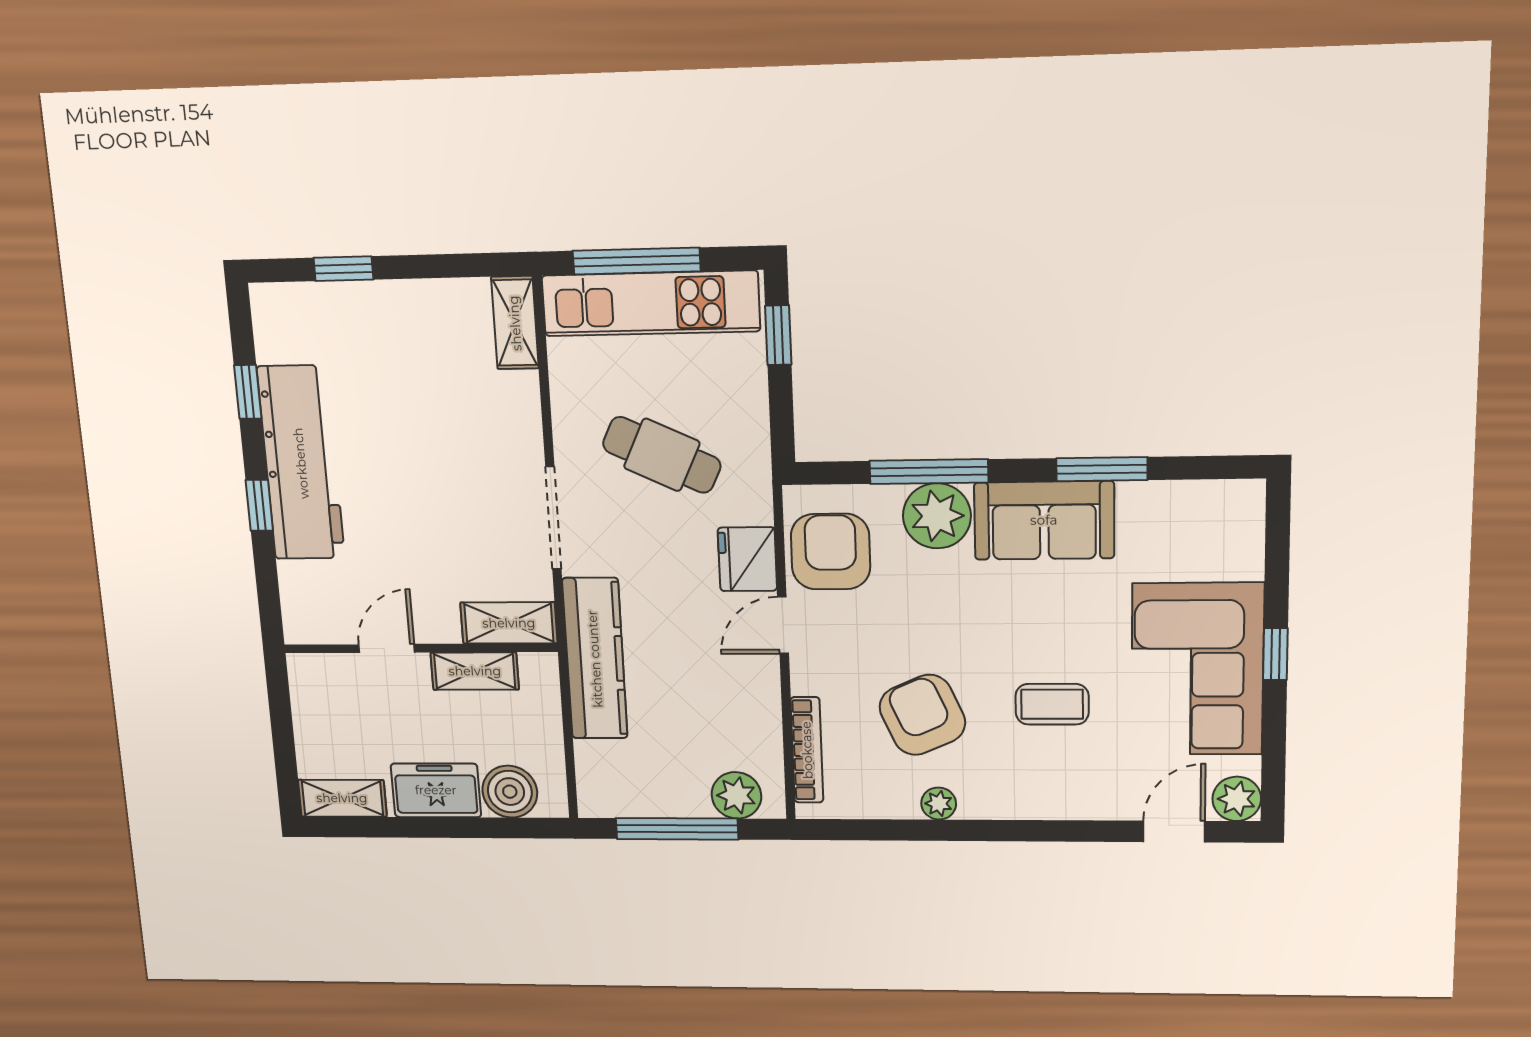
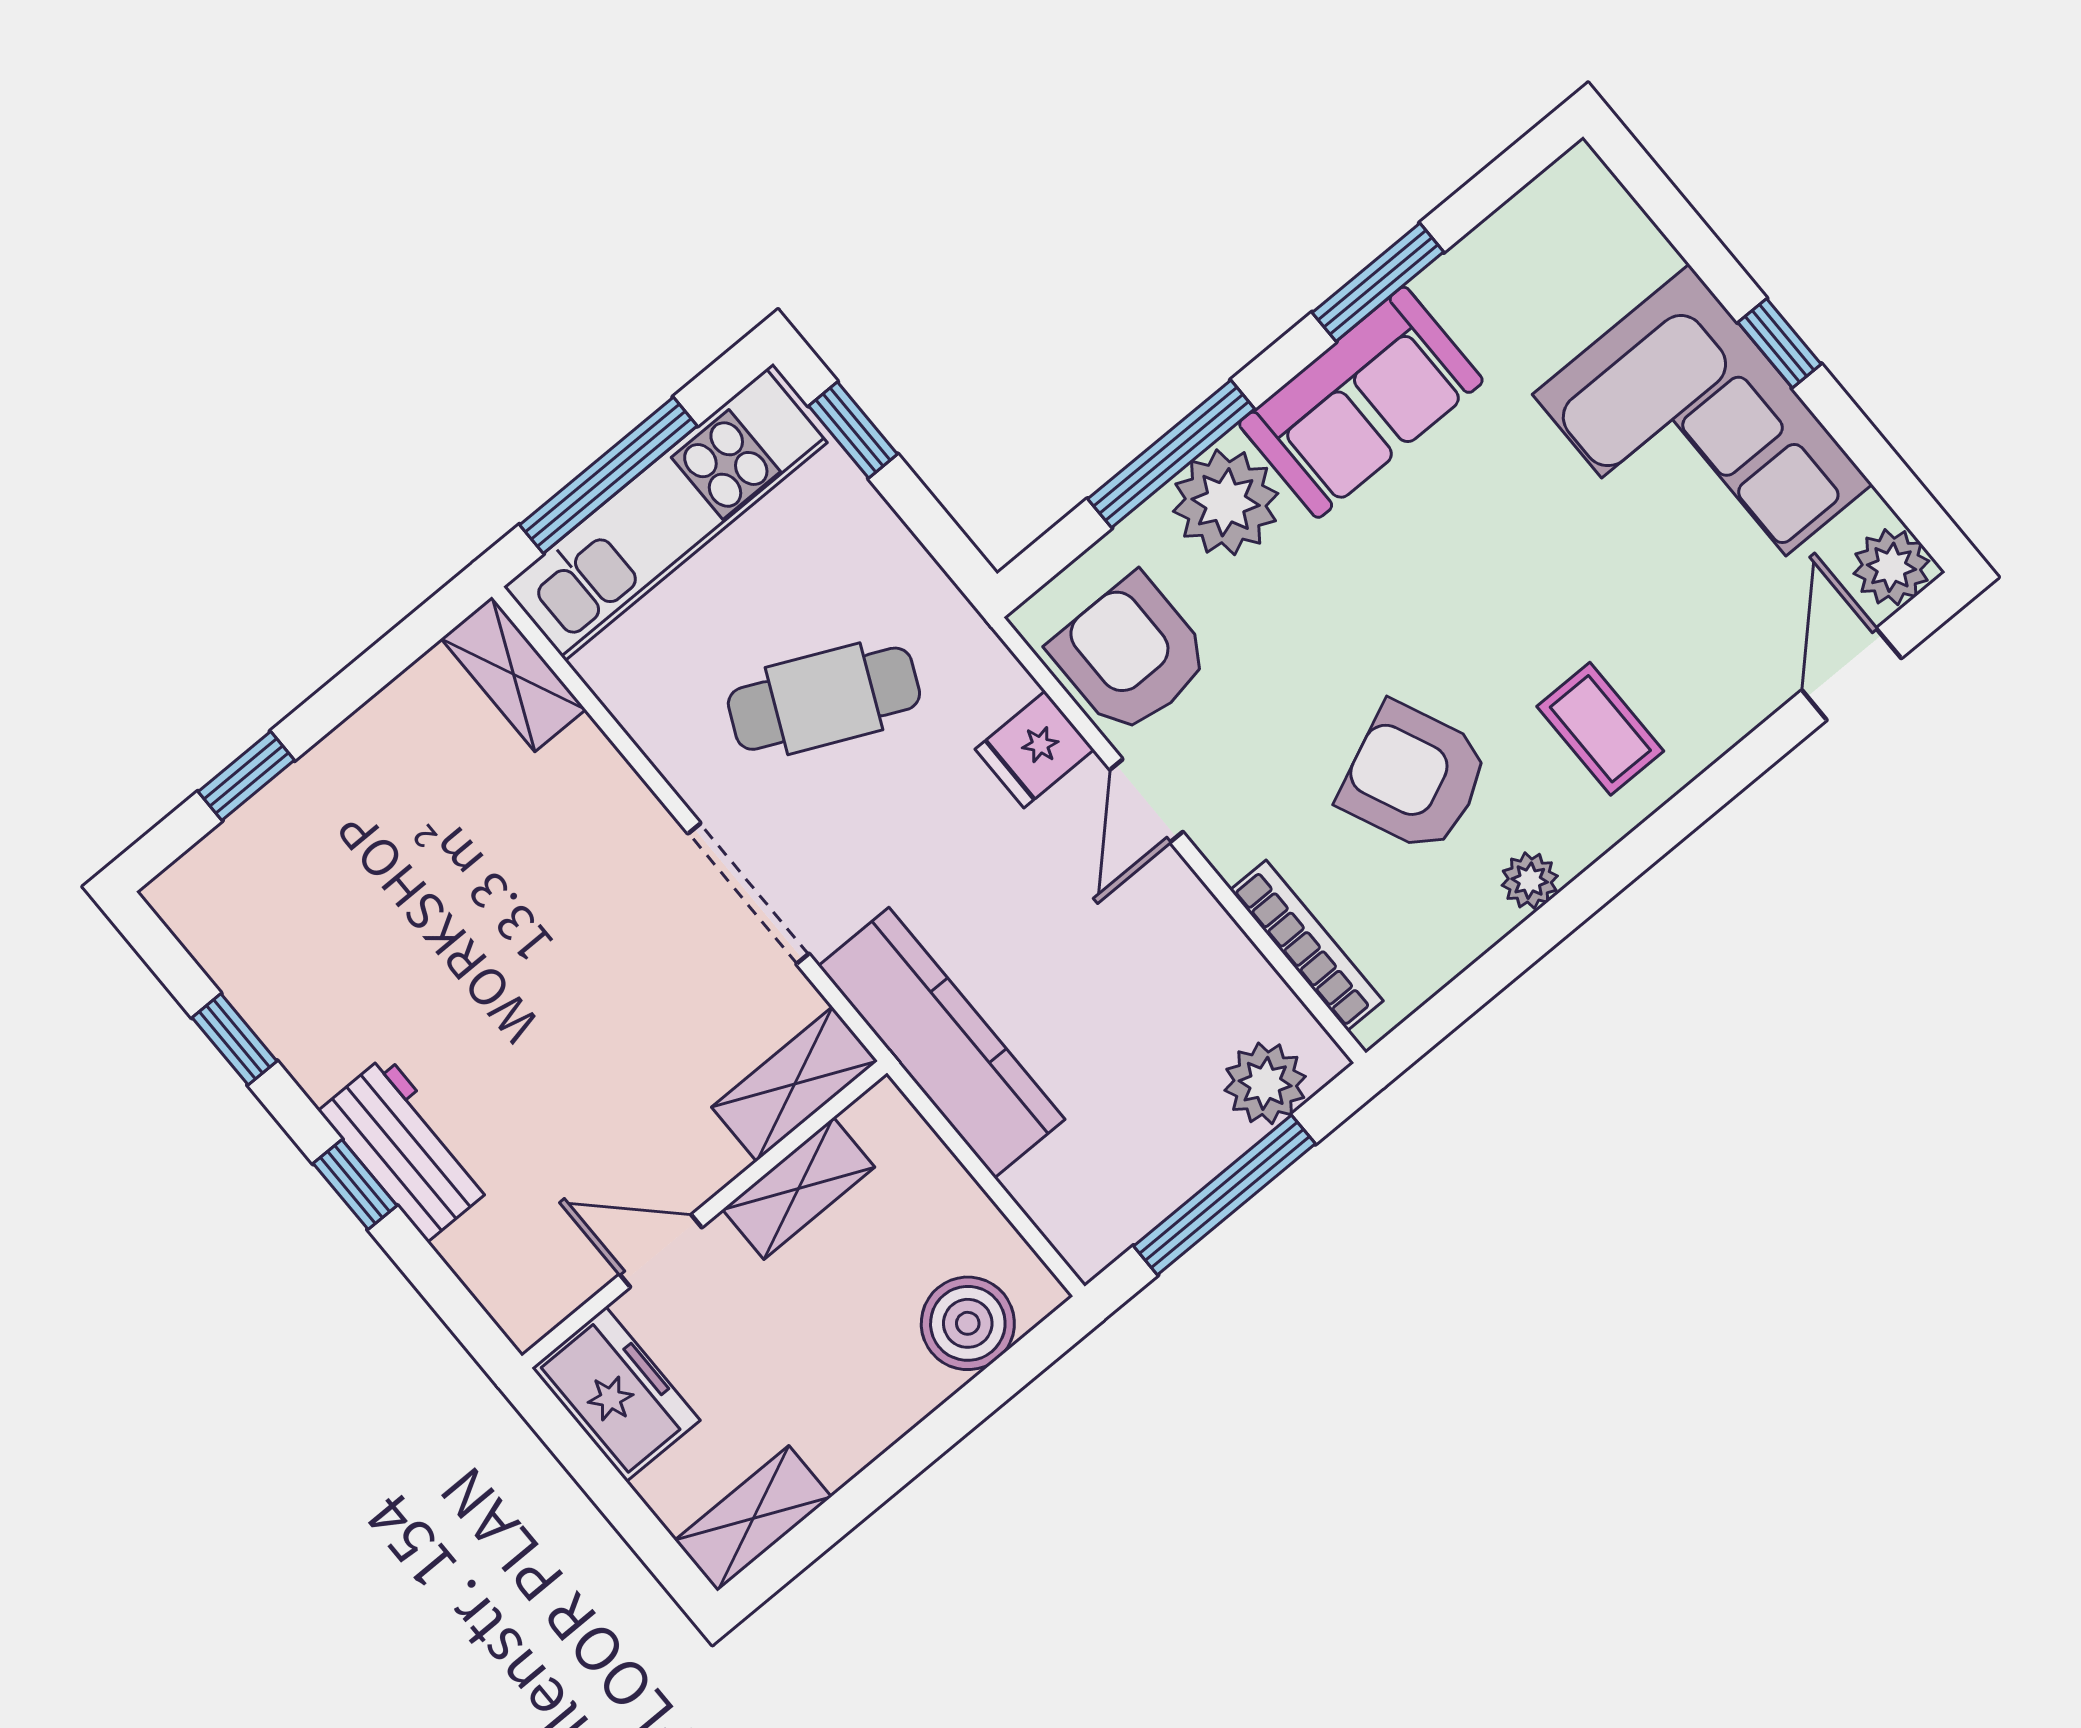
workbench: (301, 463) -> (407, 1148), width x0.53, depth x0.76
fridge: (747, 559) -> (1035, 749), width x0.72
door: (387, 648) -> (661, 1251), hinge flipped
coffee table: (1052, 704) -> (1600, 729), moved, turned 90
freezer: (436, 790) -> (616, 1394), moved, turned 90

